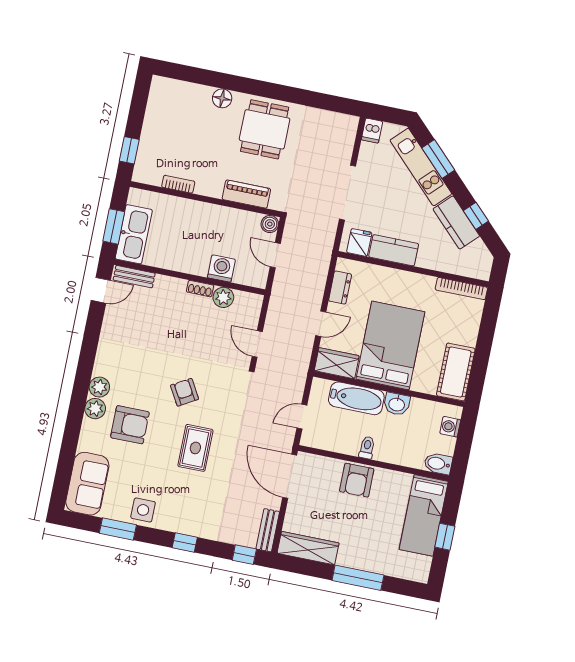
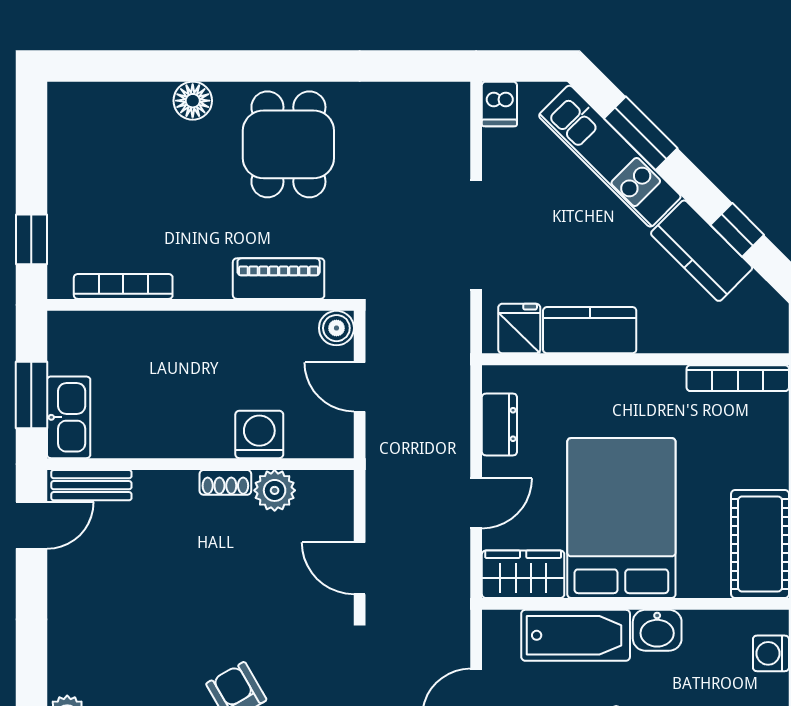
bookcase: (178, 184) -> (123, 286), width x1.56
kitchen sink: (134, 234) -> (69, 417), width x0.73, depth x0.81

